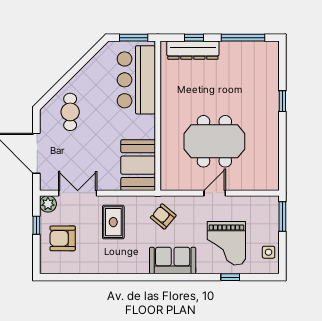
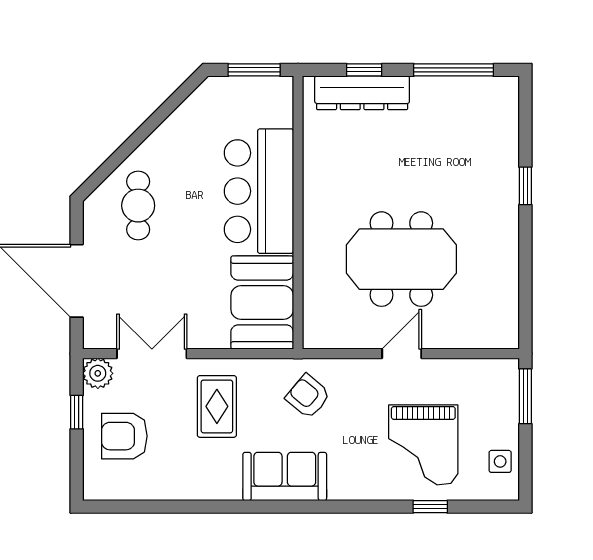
bar counter: (136, 80) -> (259, 191), moved
sofa: (173, 260) -> (285, 476), moved

